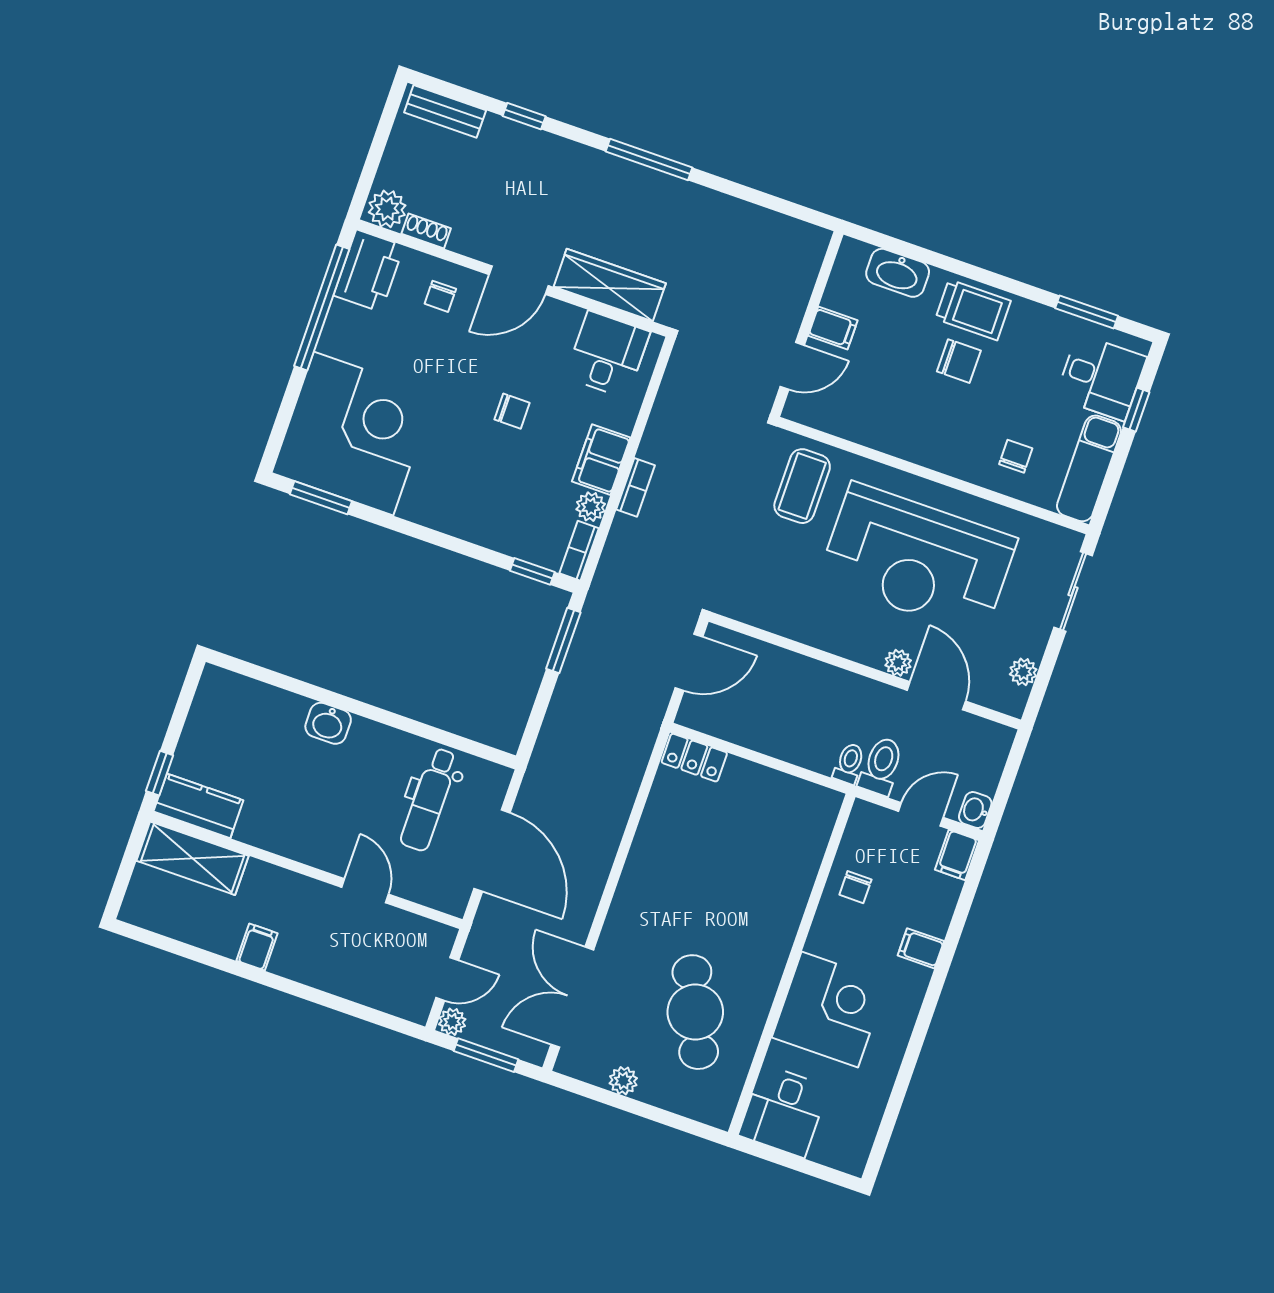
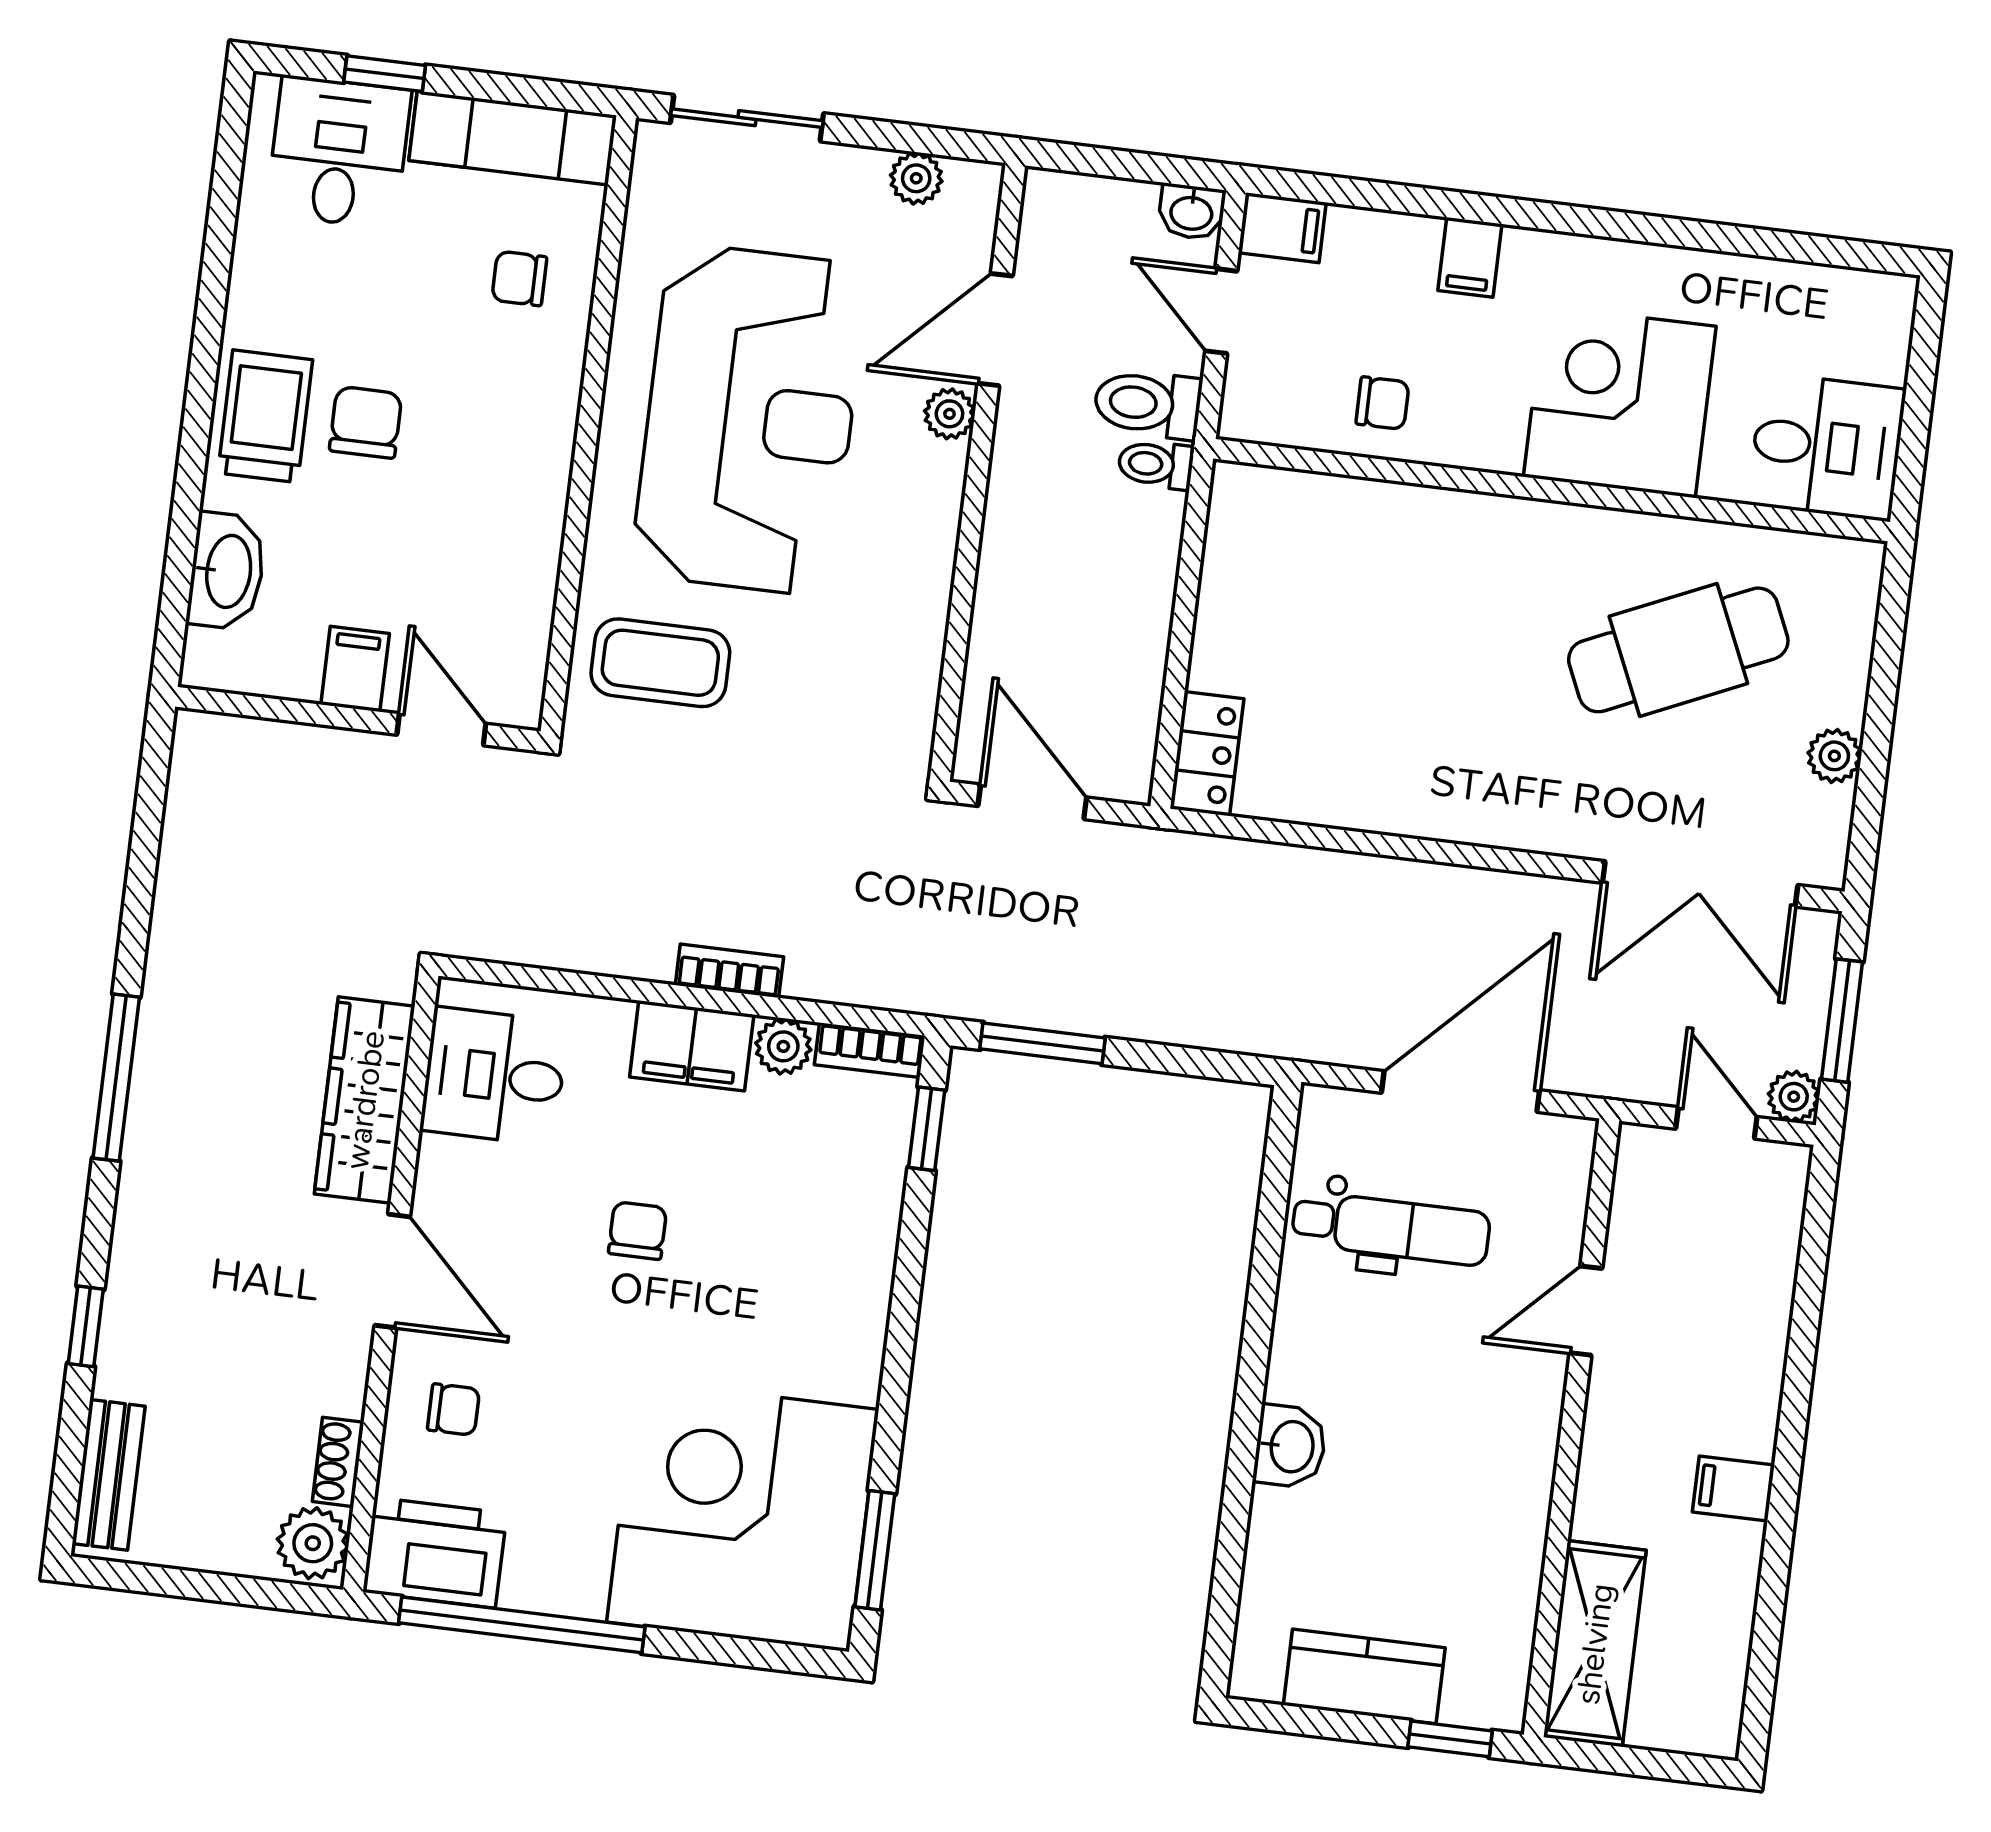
window: (1087, 312) -> (223, 205), removed
kitchen counter: (198, 806) -> (1364, 1676), moved, turned 90

